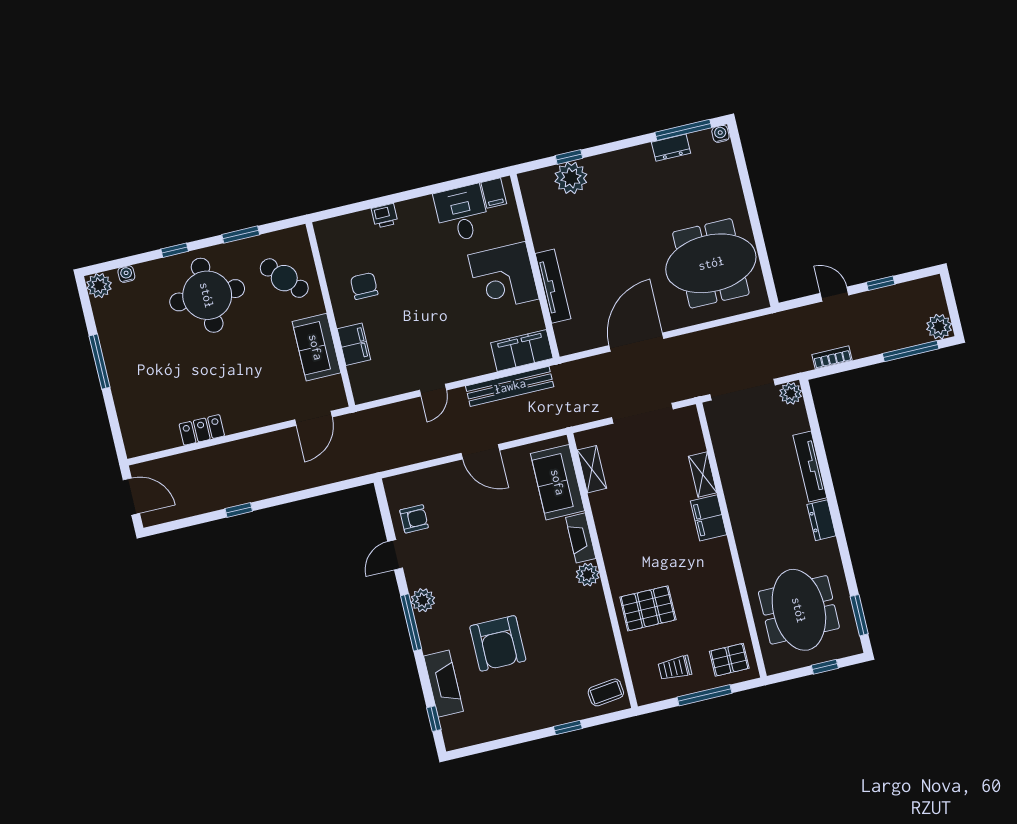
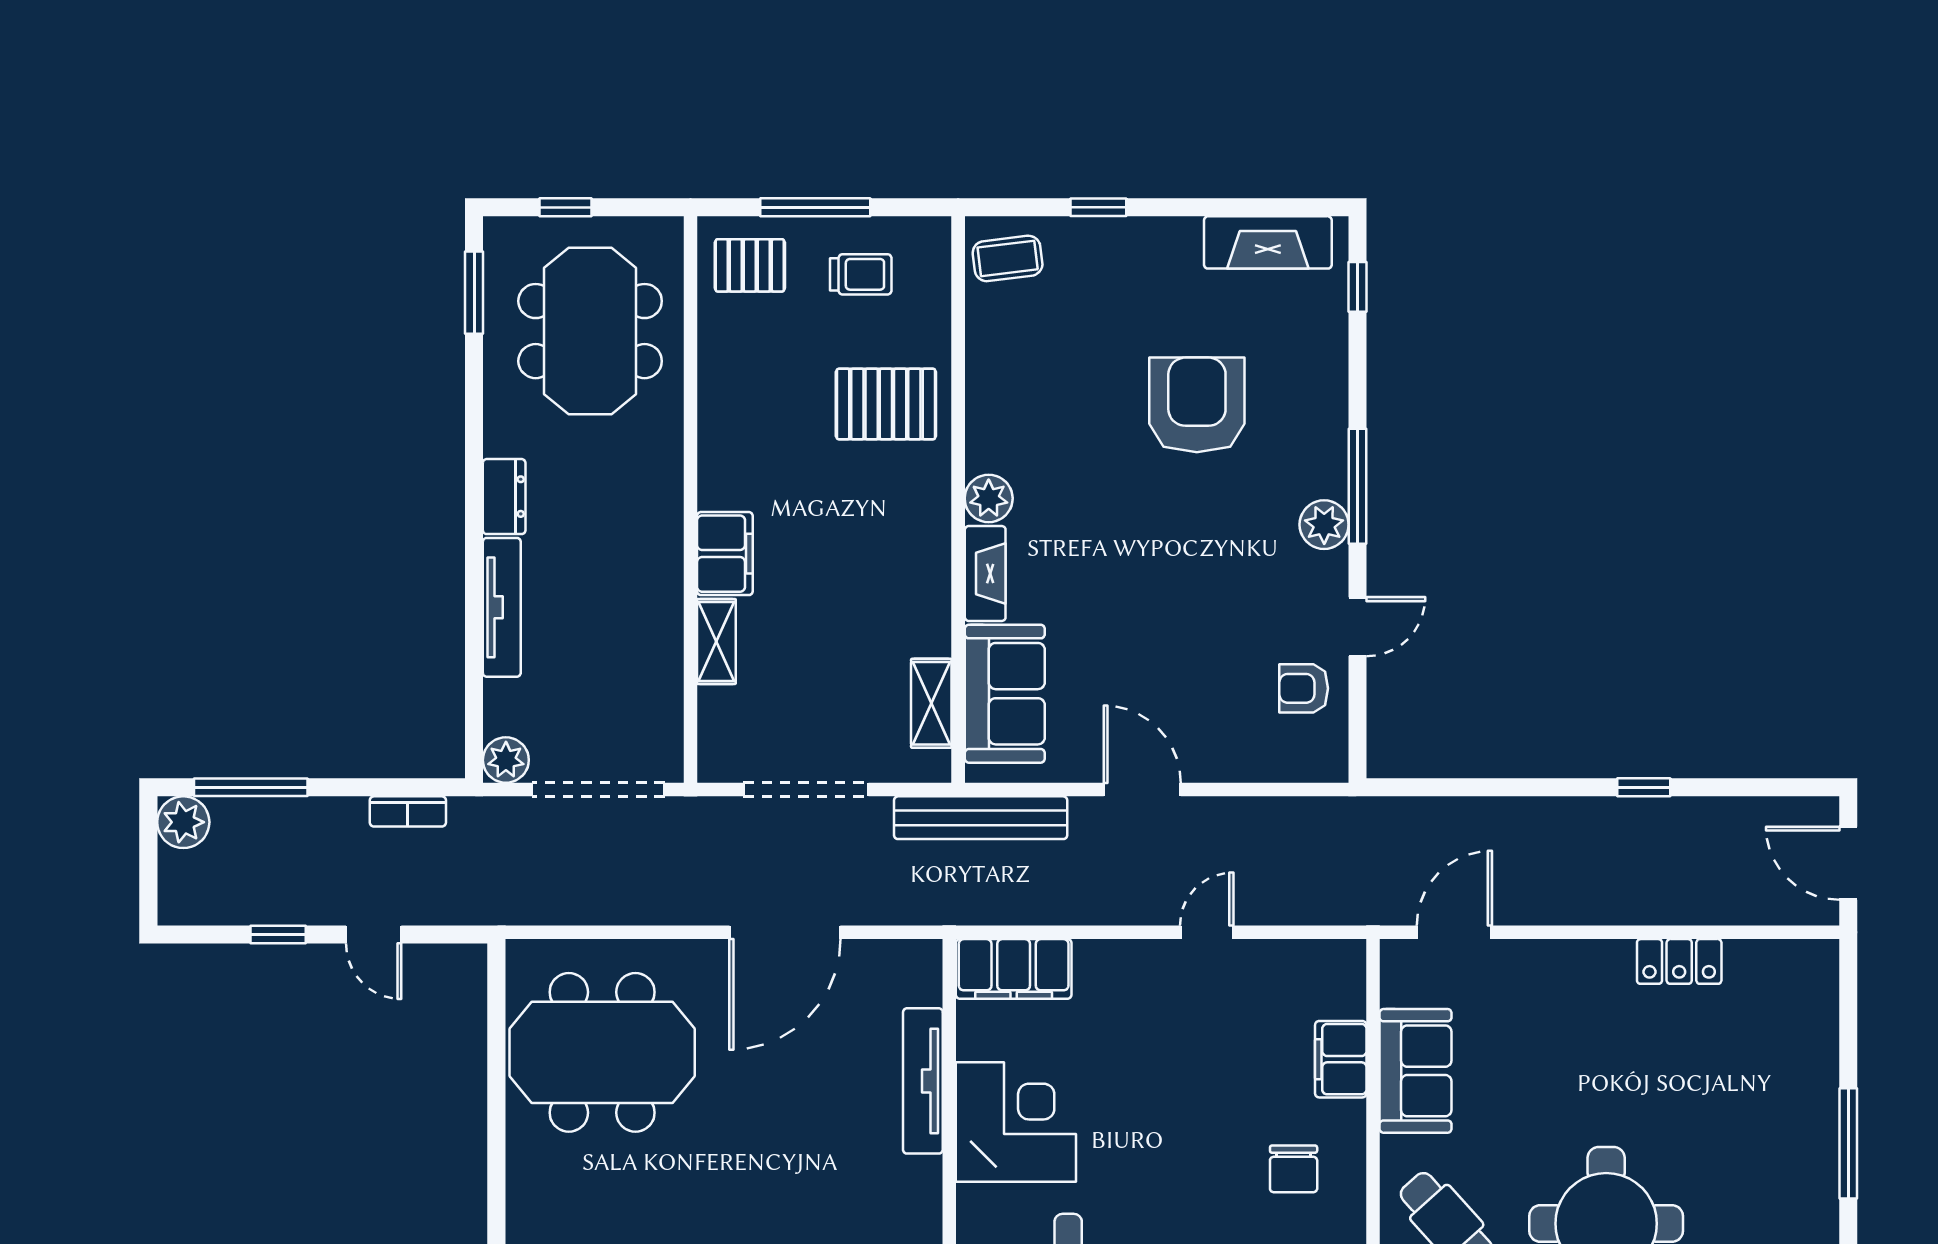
bench: (510, 386) -> (981, 818), moved
fireplace: (444, 684) -> (1268, 242), moved, turned -90

